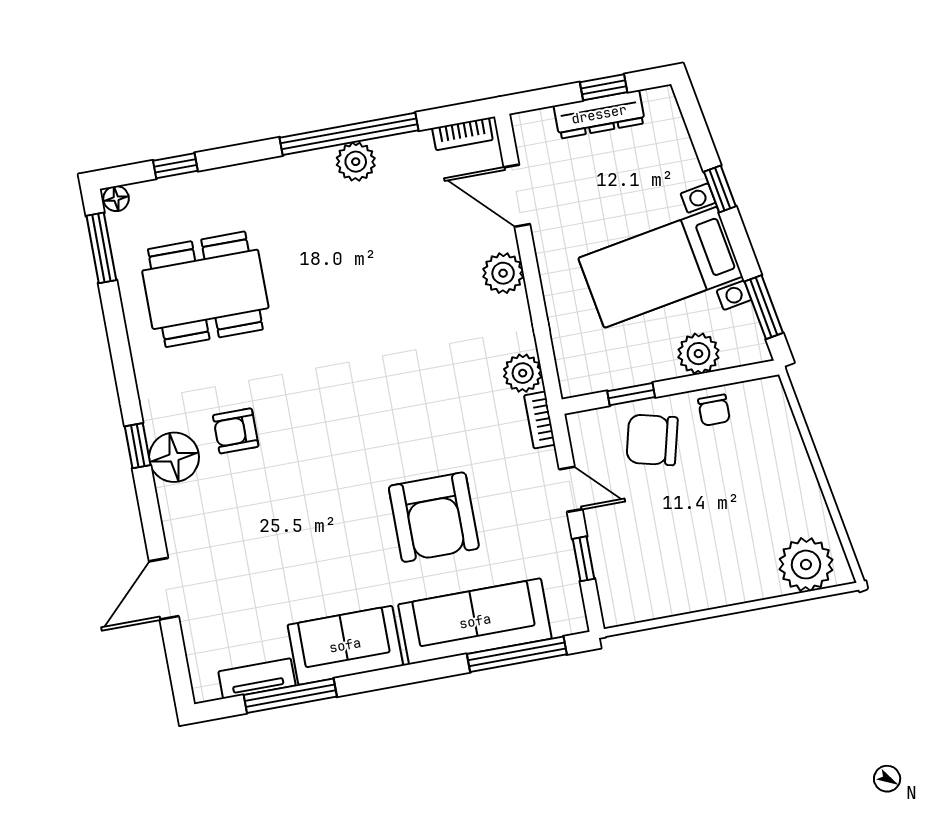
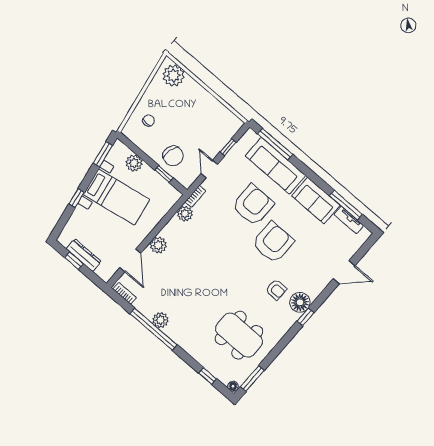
chair: (714, 410) -> (149, 120), moved
armchair: (331, 498) -> (273, 242), added

